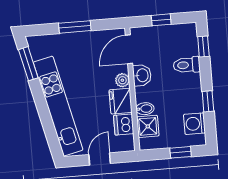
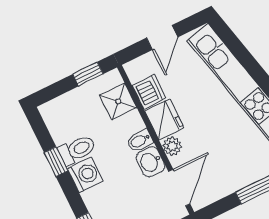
toilet: (187, 65) -> (77, 150), moved
bidet: (145, 109) -> (140, 141), moved
washing machine: (194, 124) -> (85, 175), moved
window: (181, 152) -> (88, 74), moved

